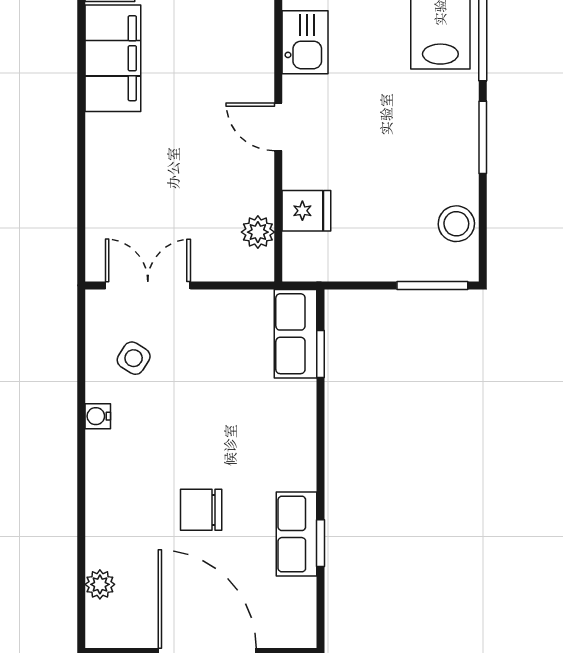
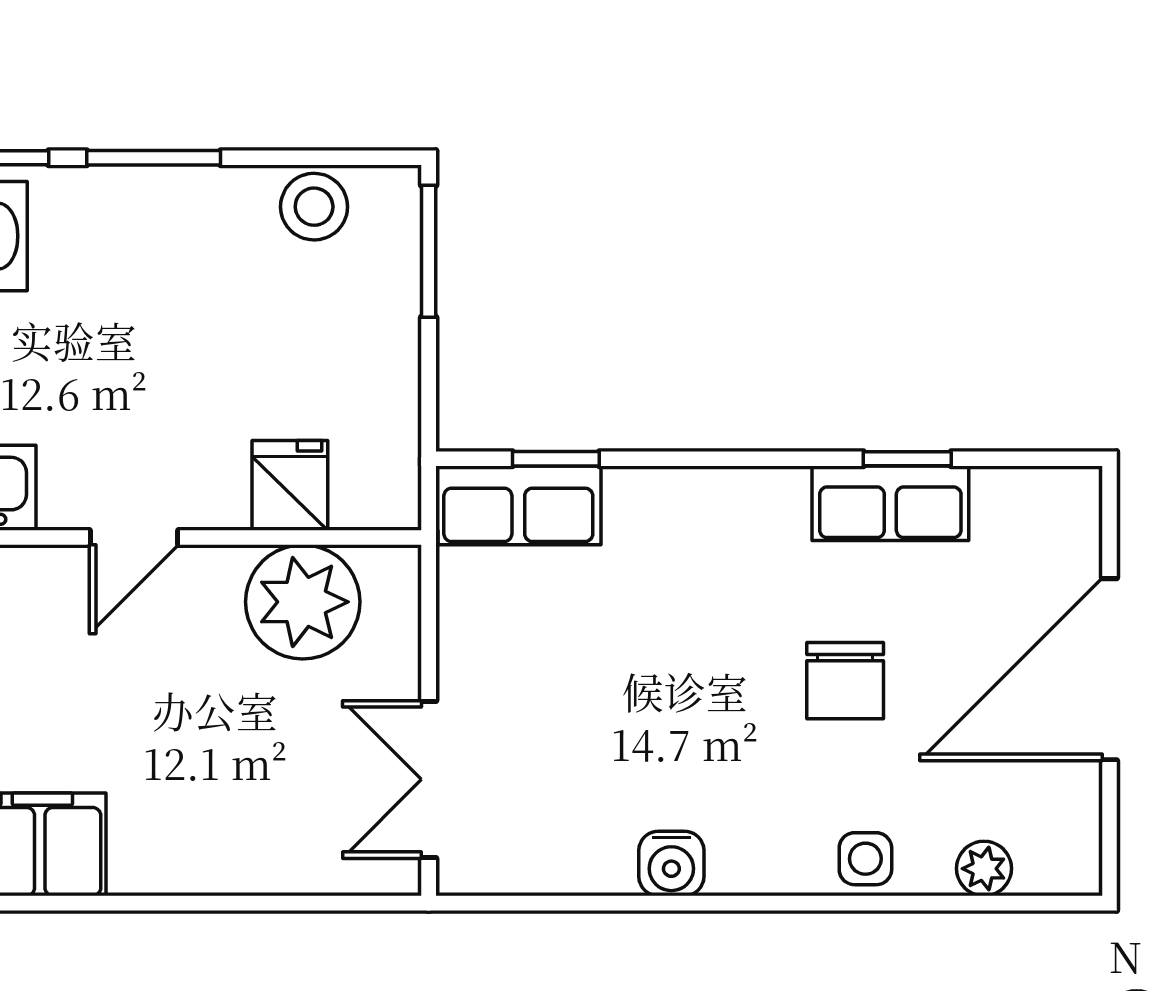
plant: (258, 232) -> (303, 602), width x1.87, depth x1.87
side table: (134, 358) -> (865, 859), moved, turned -32
water cooler: (98, 416) -> (671, 864), width x1.38, depth x1.38

